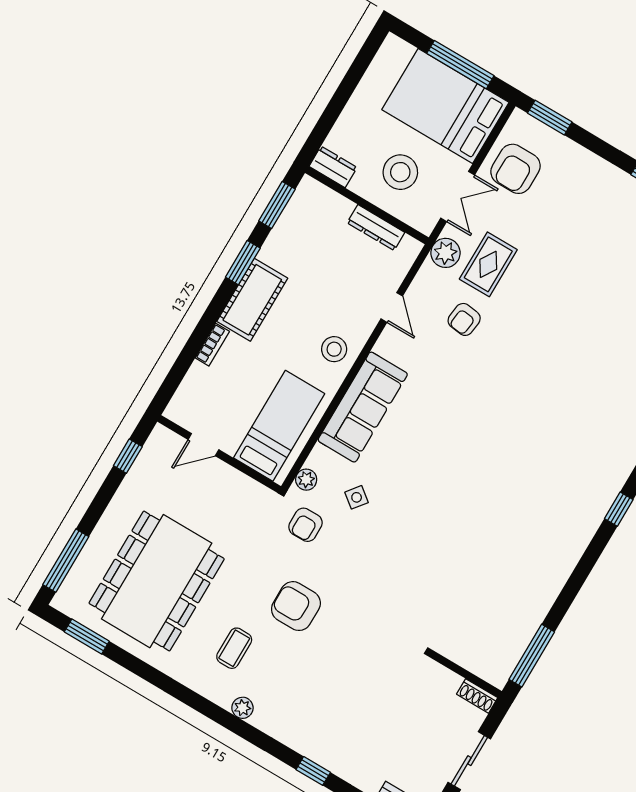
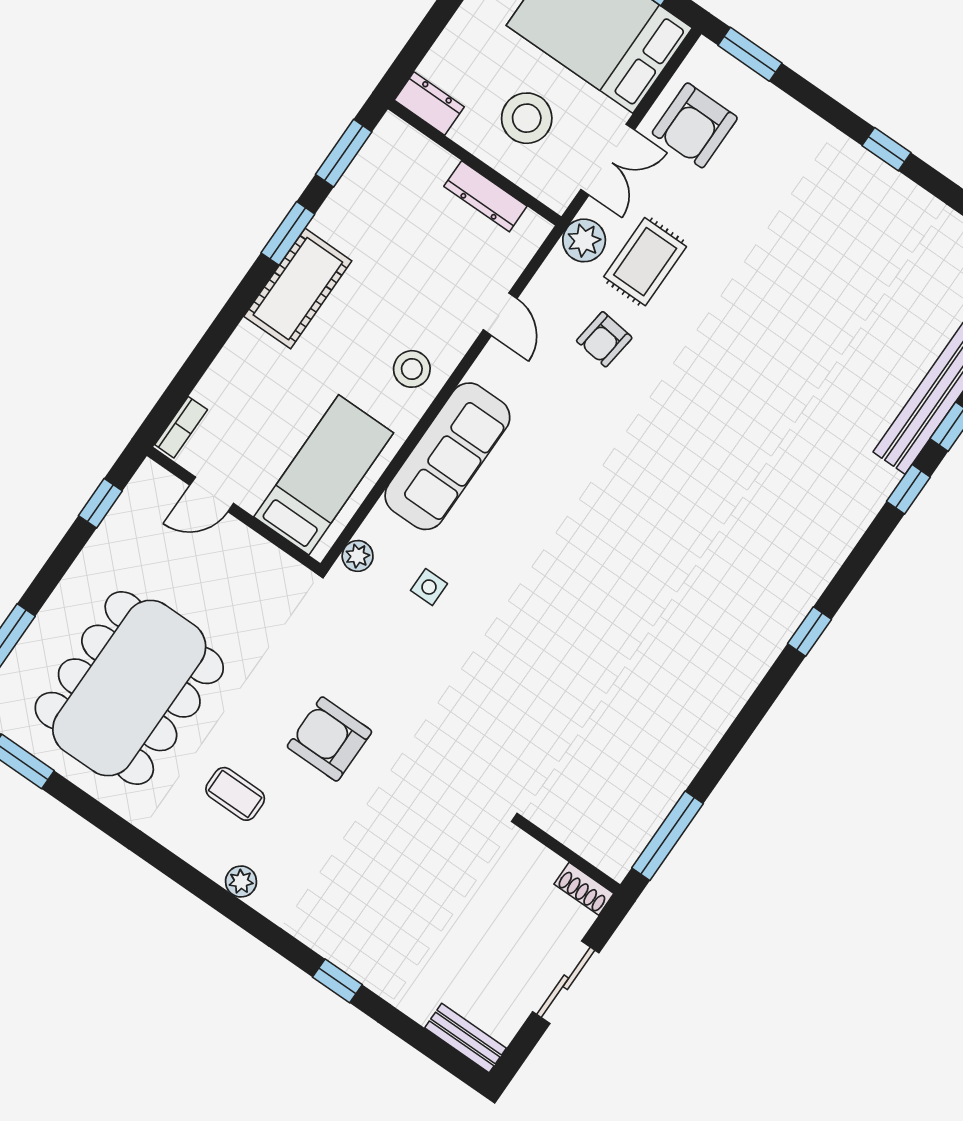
bookcase: (212, 345) -> (181, 427), moved
side table: (357, 497) -> (429, 587), turned -38
armchair: (306, 525) -> (352, 622), removed
coffee table: (234, 648) -> (235, 794), turned 90

